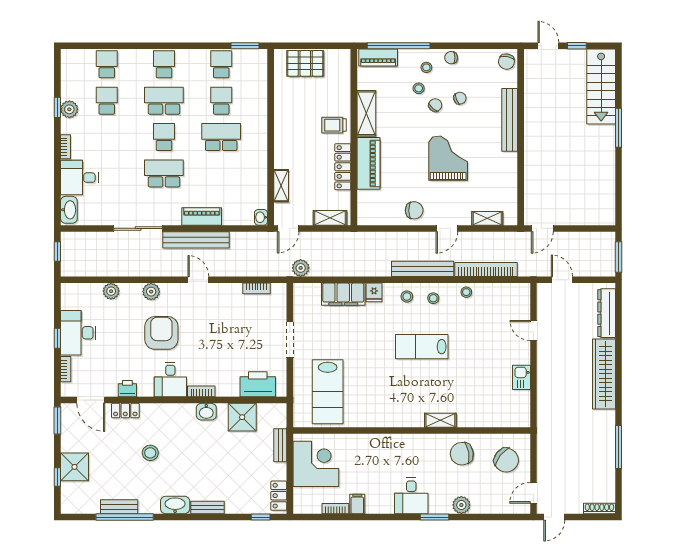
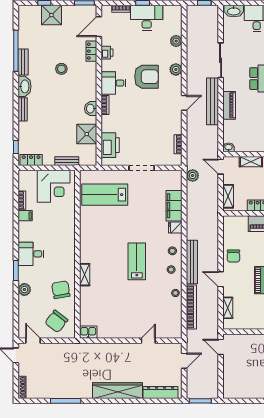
kitchen sink: (521, 377) -> (88, 332), moved
bench: (119, 507) -> (23, 62), moved

